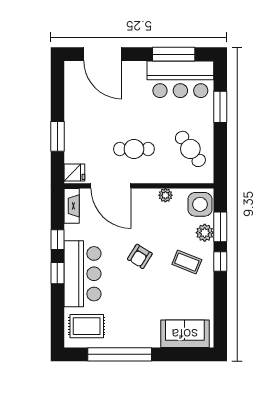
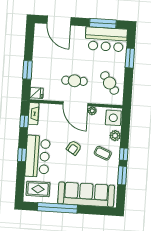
door: (111, 186) -> (75, 104), moved
window: (220, 227) -> (122, 175), moved
window: (57, 240) -> (24, 121), moved
sofa: (185, 334) -> (86, 194), width x1.85, depth x1.27

